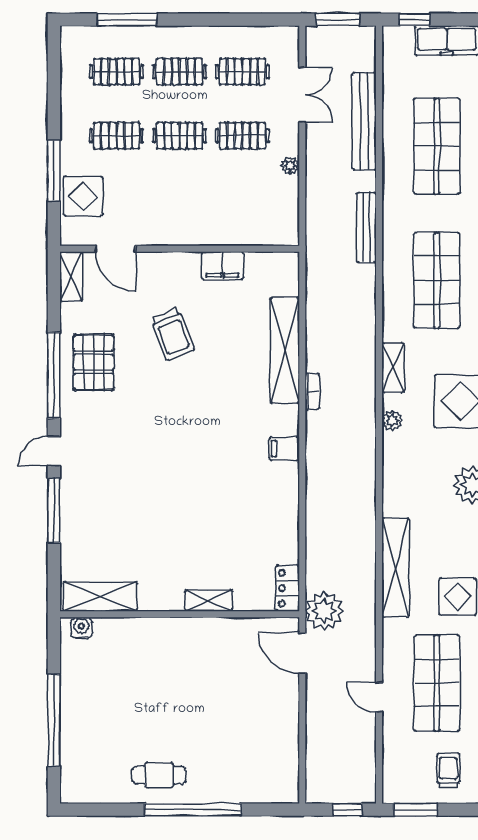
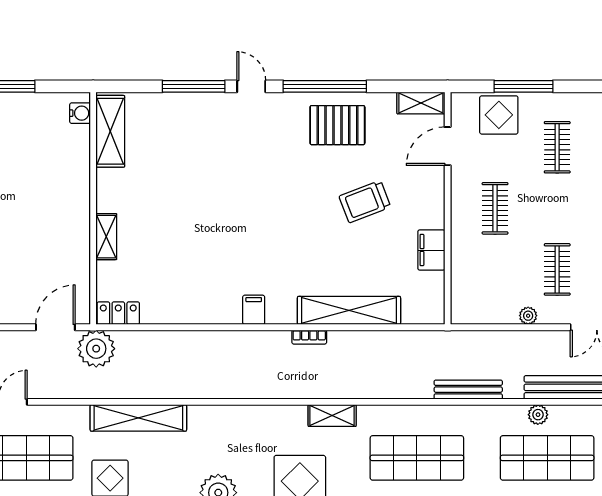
clothes rail: (180, 136) -> (495, 208), moved
plant: (392, 420) -> (538, 415), moved

